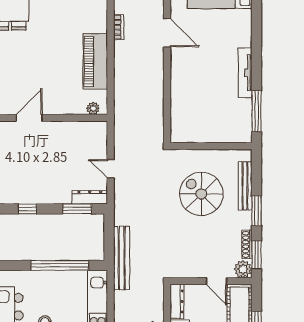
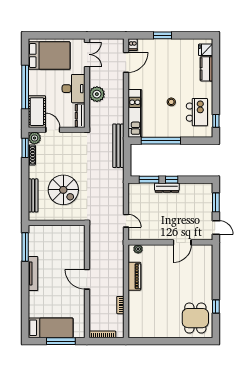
door: (167, 33) -> (87, 279), moved
piano: (95, 61) -> (134, 276), width x0.73, depth x0.75
door: (111, 169) -> (126, 221), moved
dresser: (90, 197) -> (167, 188), moved
window: (27, 209) -> (172, 180), moved
window: (257, 211) -> (25, 178), removed

